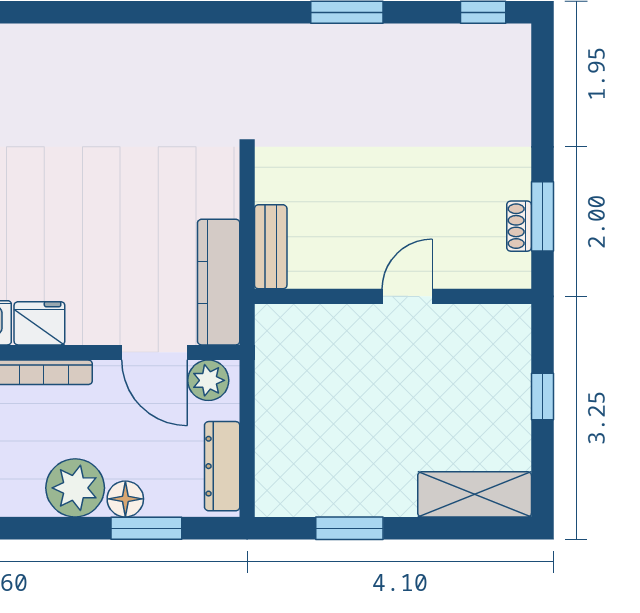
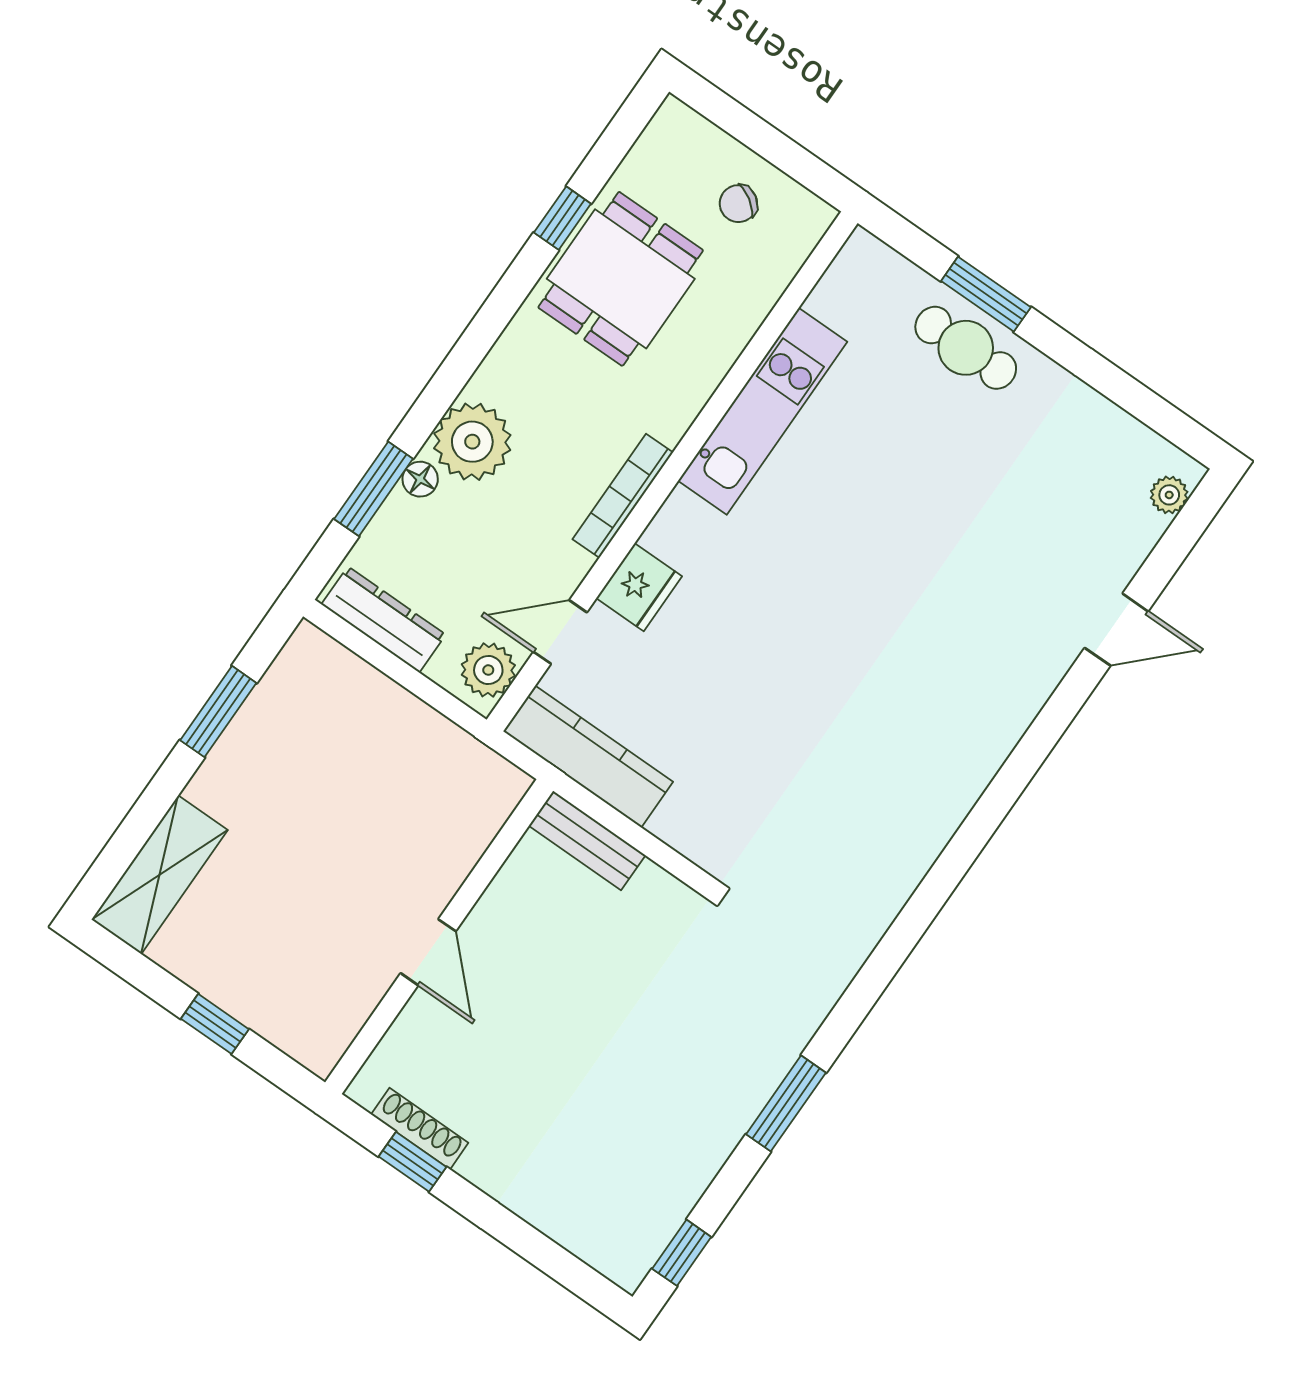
window: (542, 216) -> (413, 1162), width x0.67
shoe rack: (519, 226) -> (420, 1129), width x1.43
fridge: (39, 323) -> (639, 587), moved
door: (154, 352) -> (560, 632), width x0.73
floor lamp: (125, 499) -> (420, 479), width x0.73, depth x0.73

